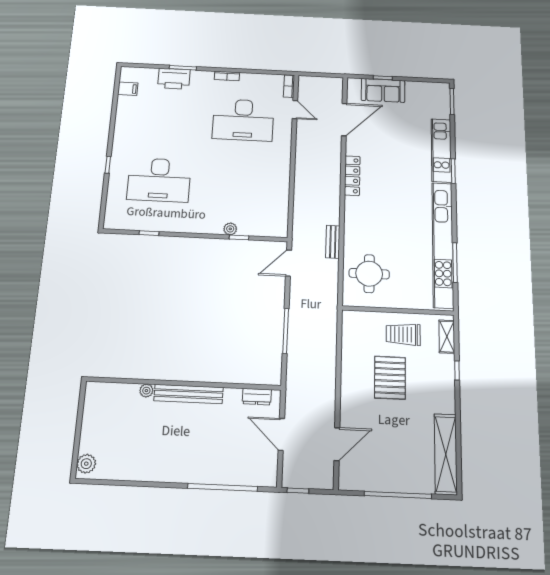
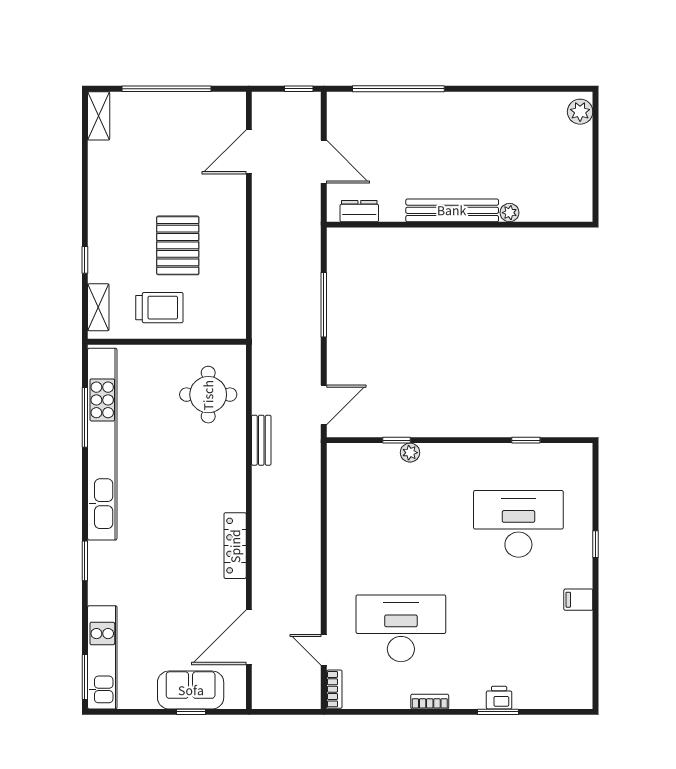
printer: (174, 79) -> (499, 698), width x0.53, depth x0.68
filing cabinet: (128, 89) -> (578, 600), moved
kitchen unit: (441, 150) -> (102, 657), moved
shelving: (446, 454) -> (99, 116), width x0.45, depth x0.75

